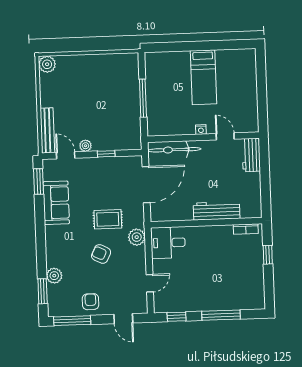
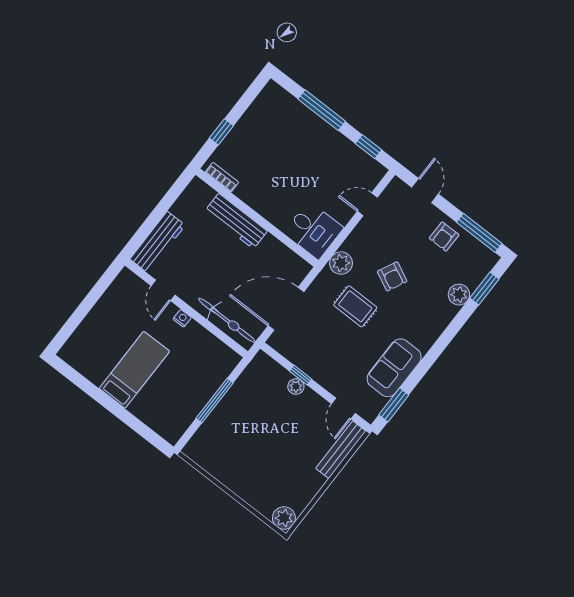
plant: (85, 146) -> (296, 387), moved
workbench: (251, 155) -> (158, 242), width x1.38

